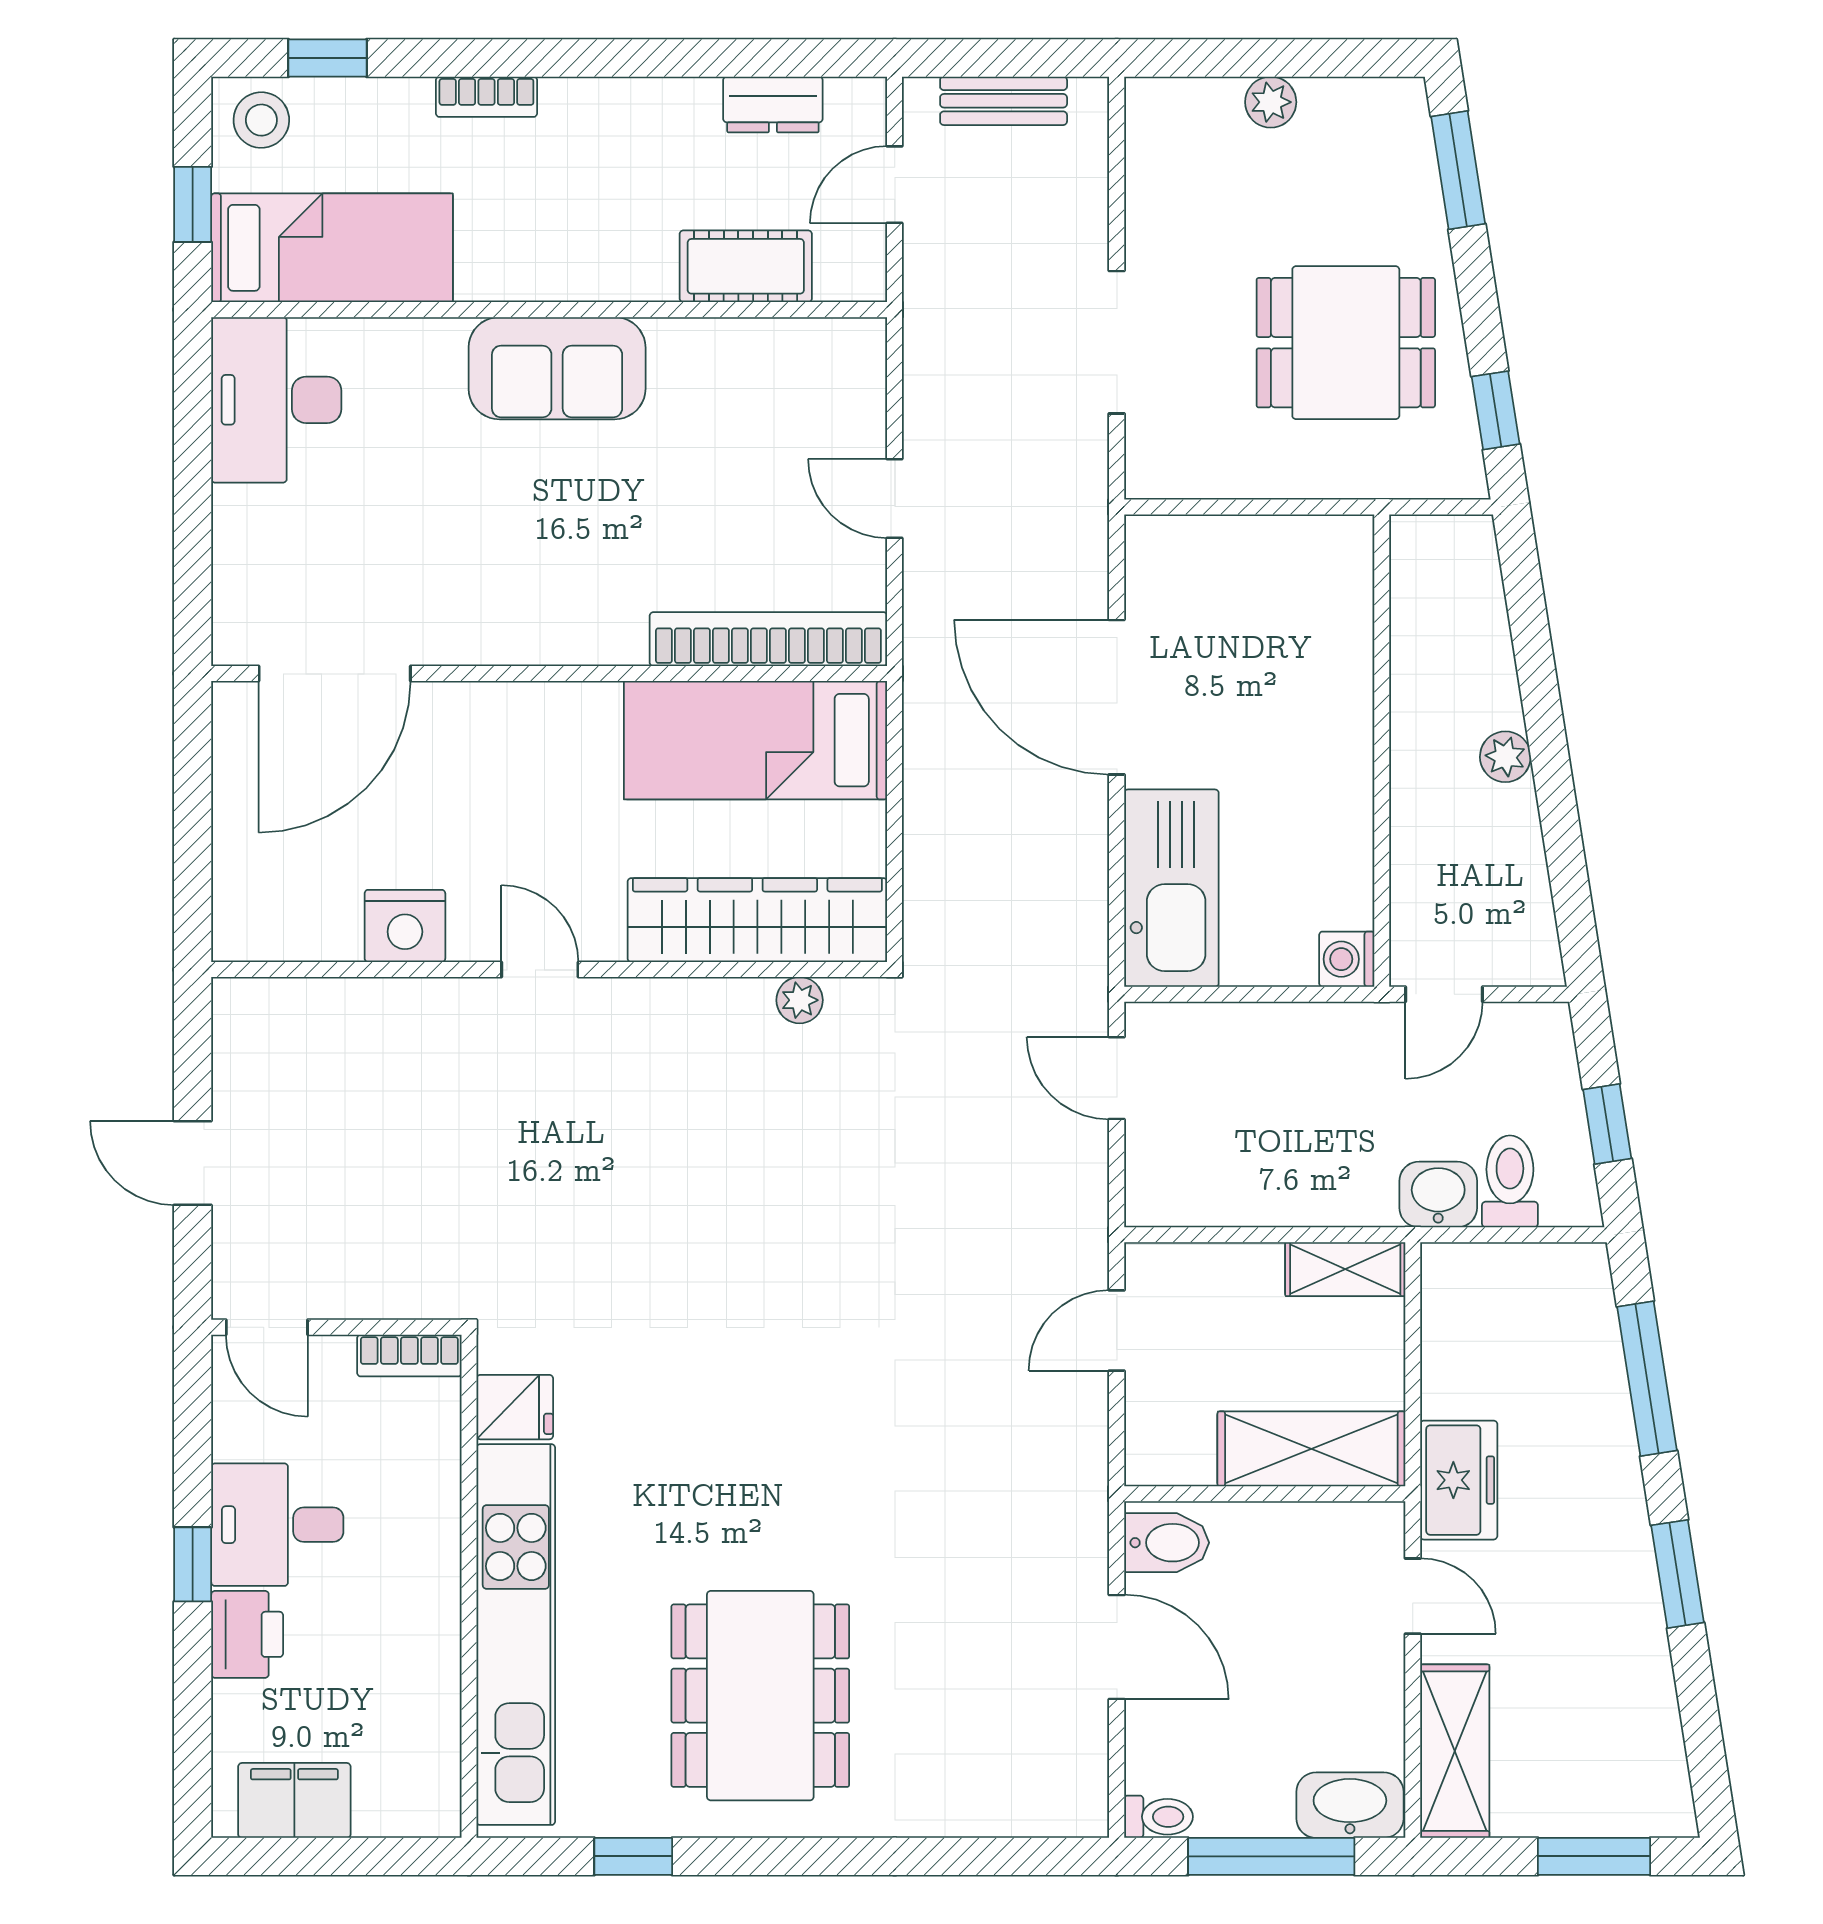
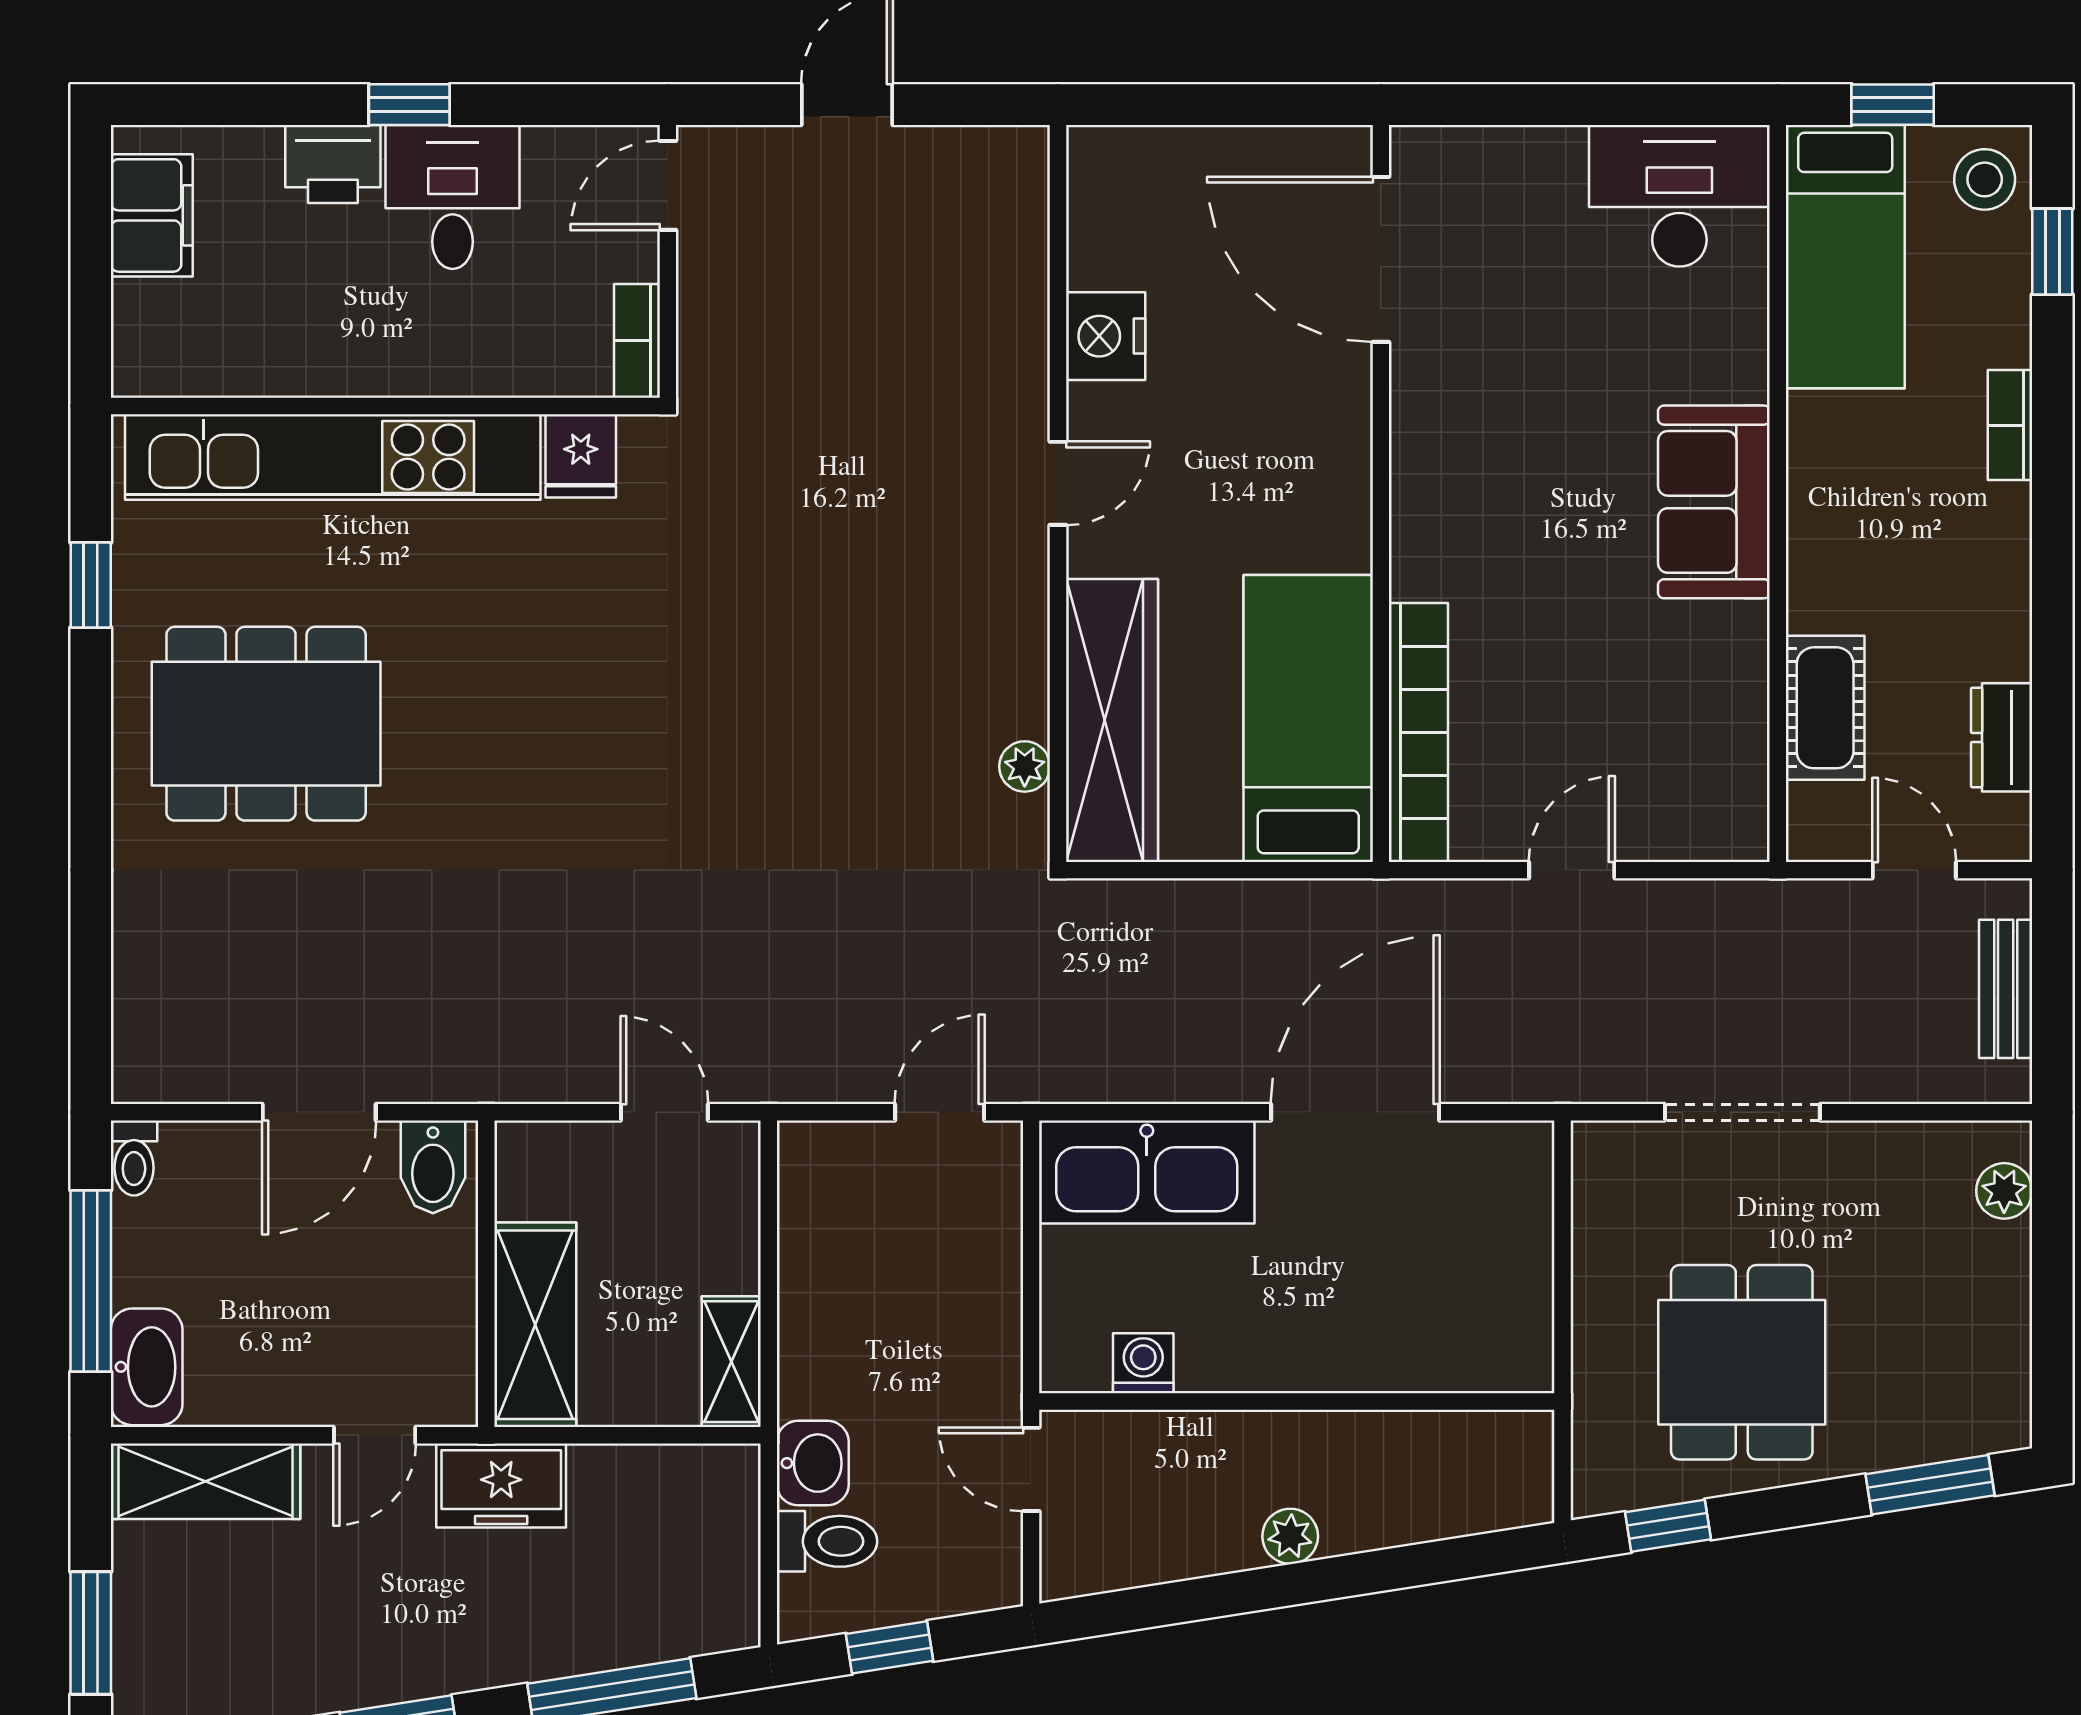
plant: (1271, 102) -> (2004, 1191), moved
washing machine: (1347, 959) -> (1143, 1363), moved

